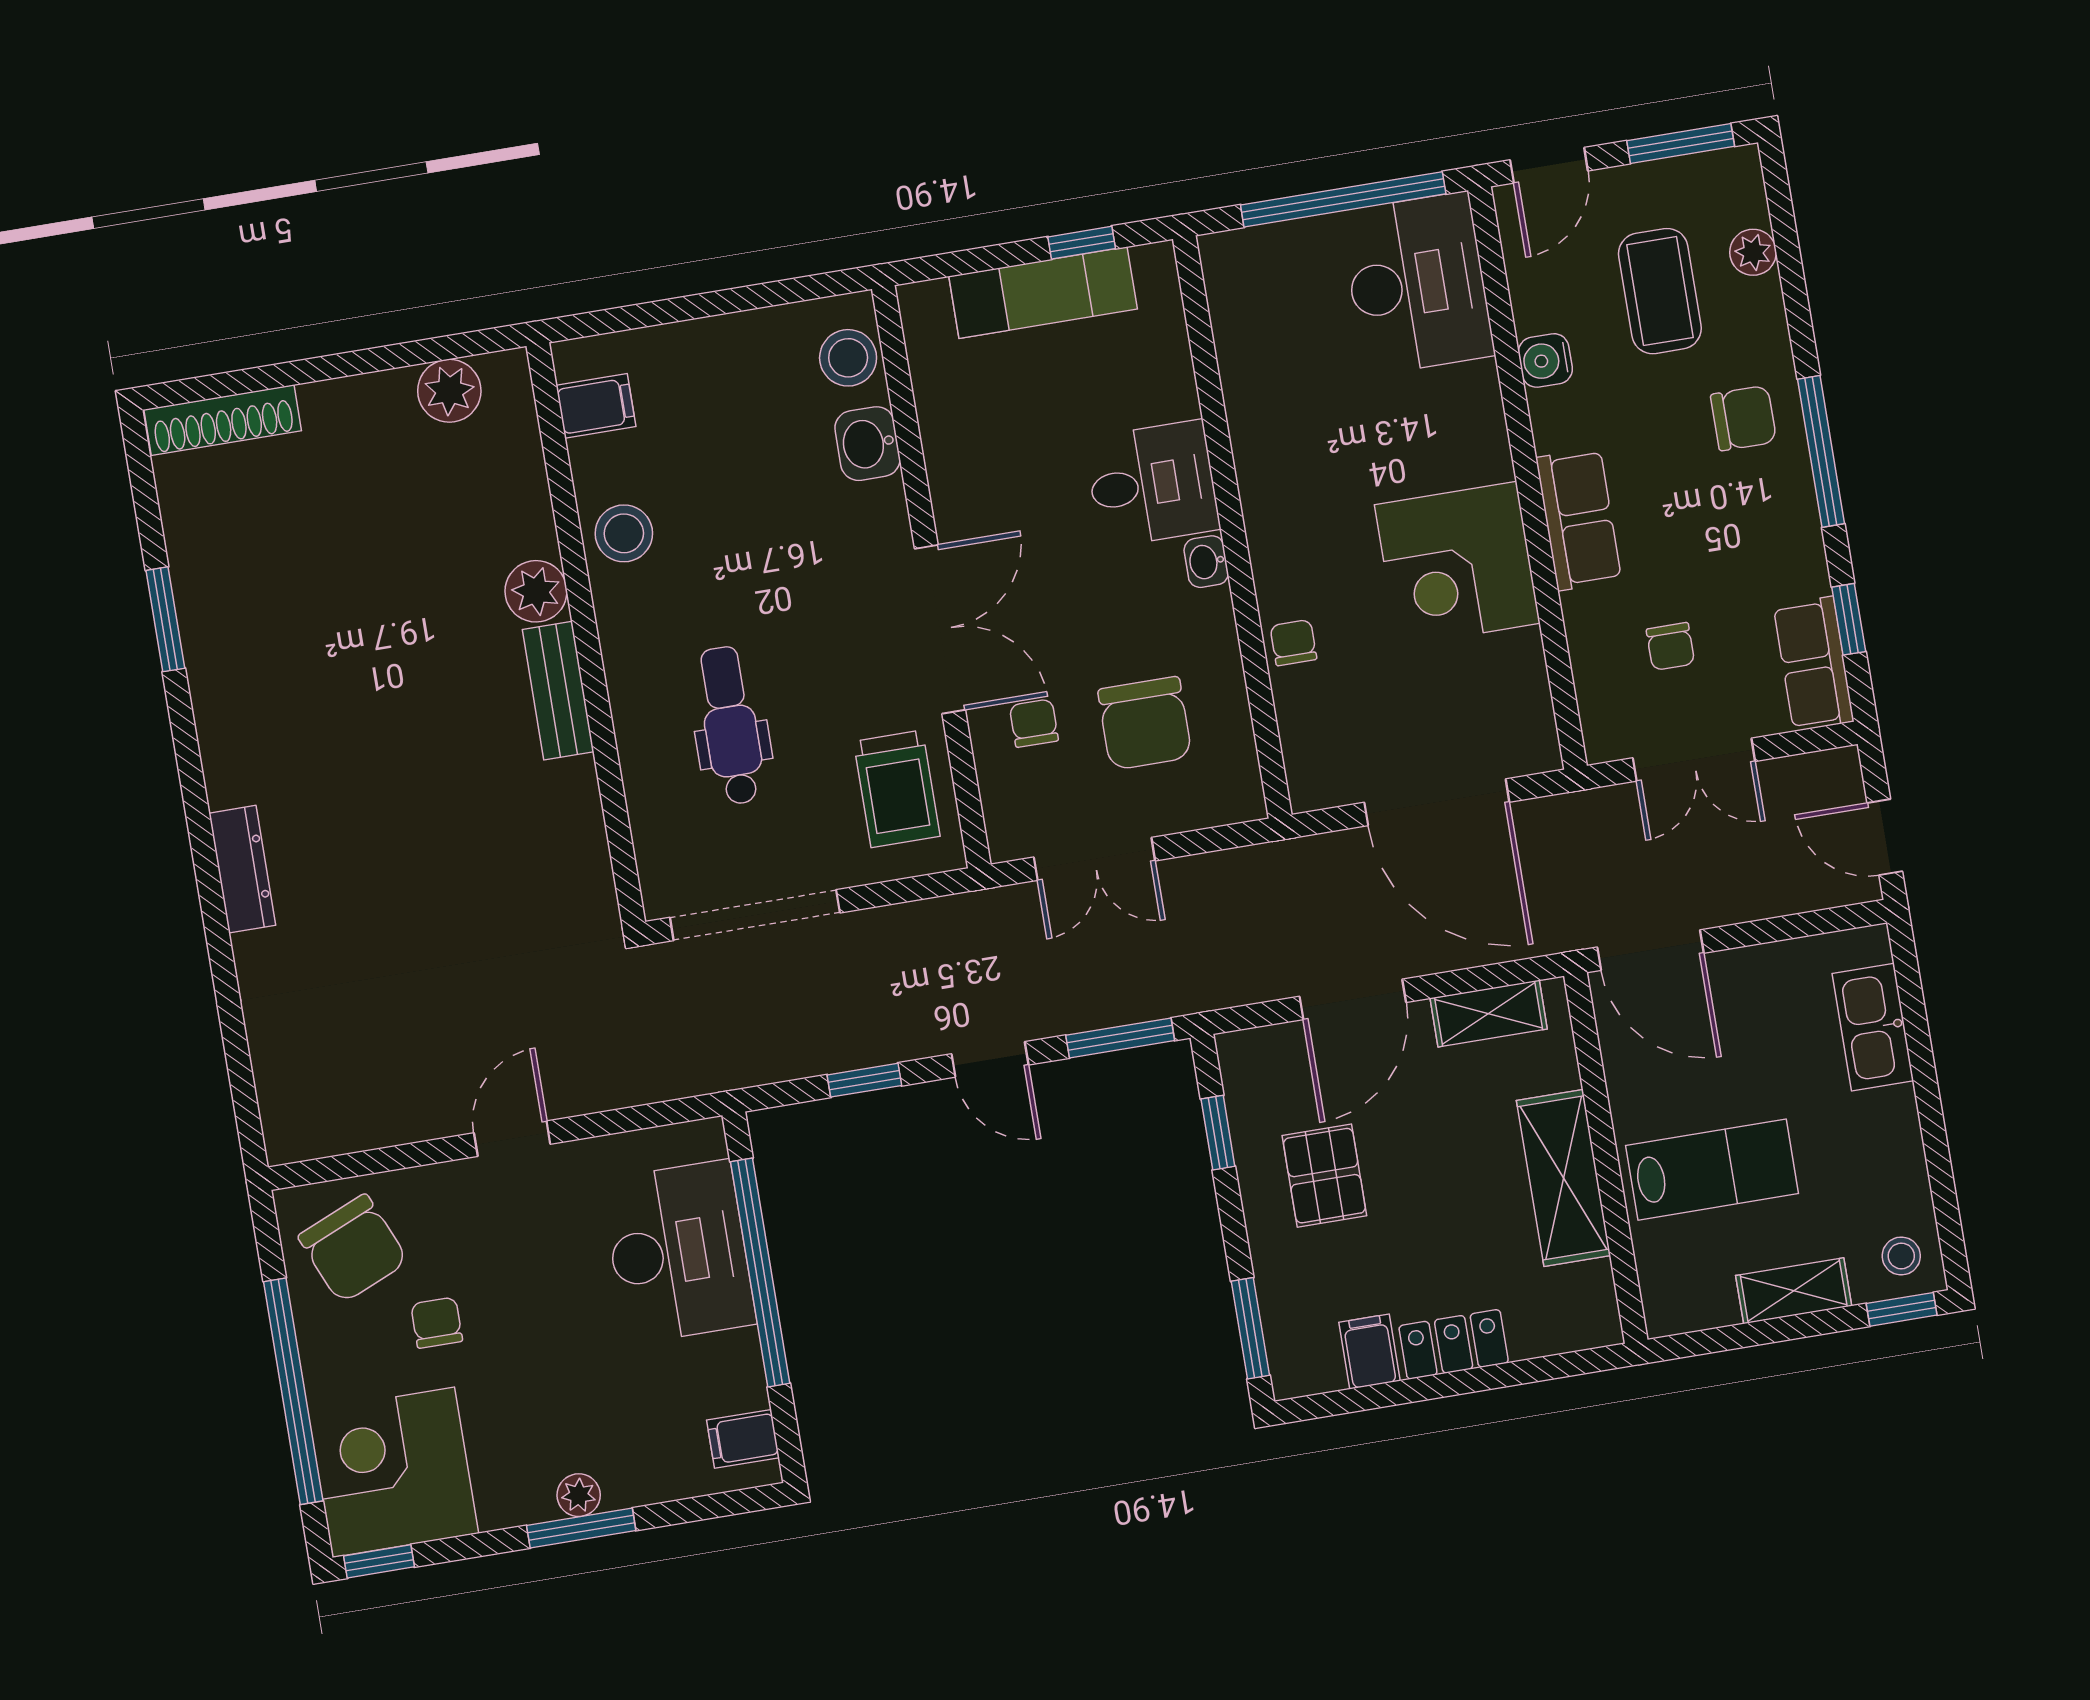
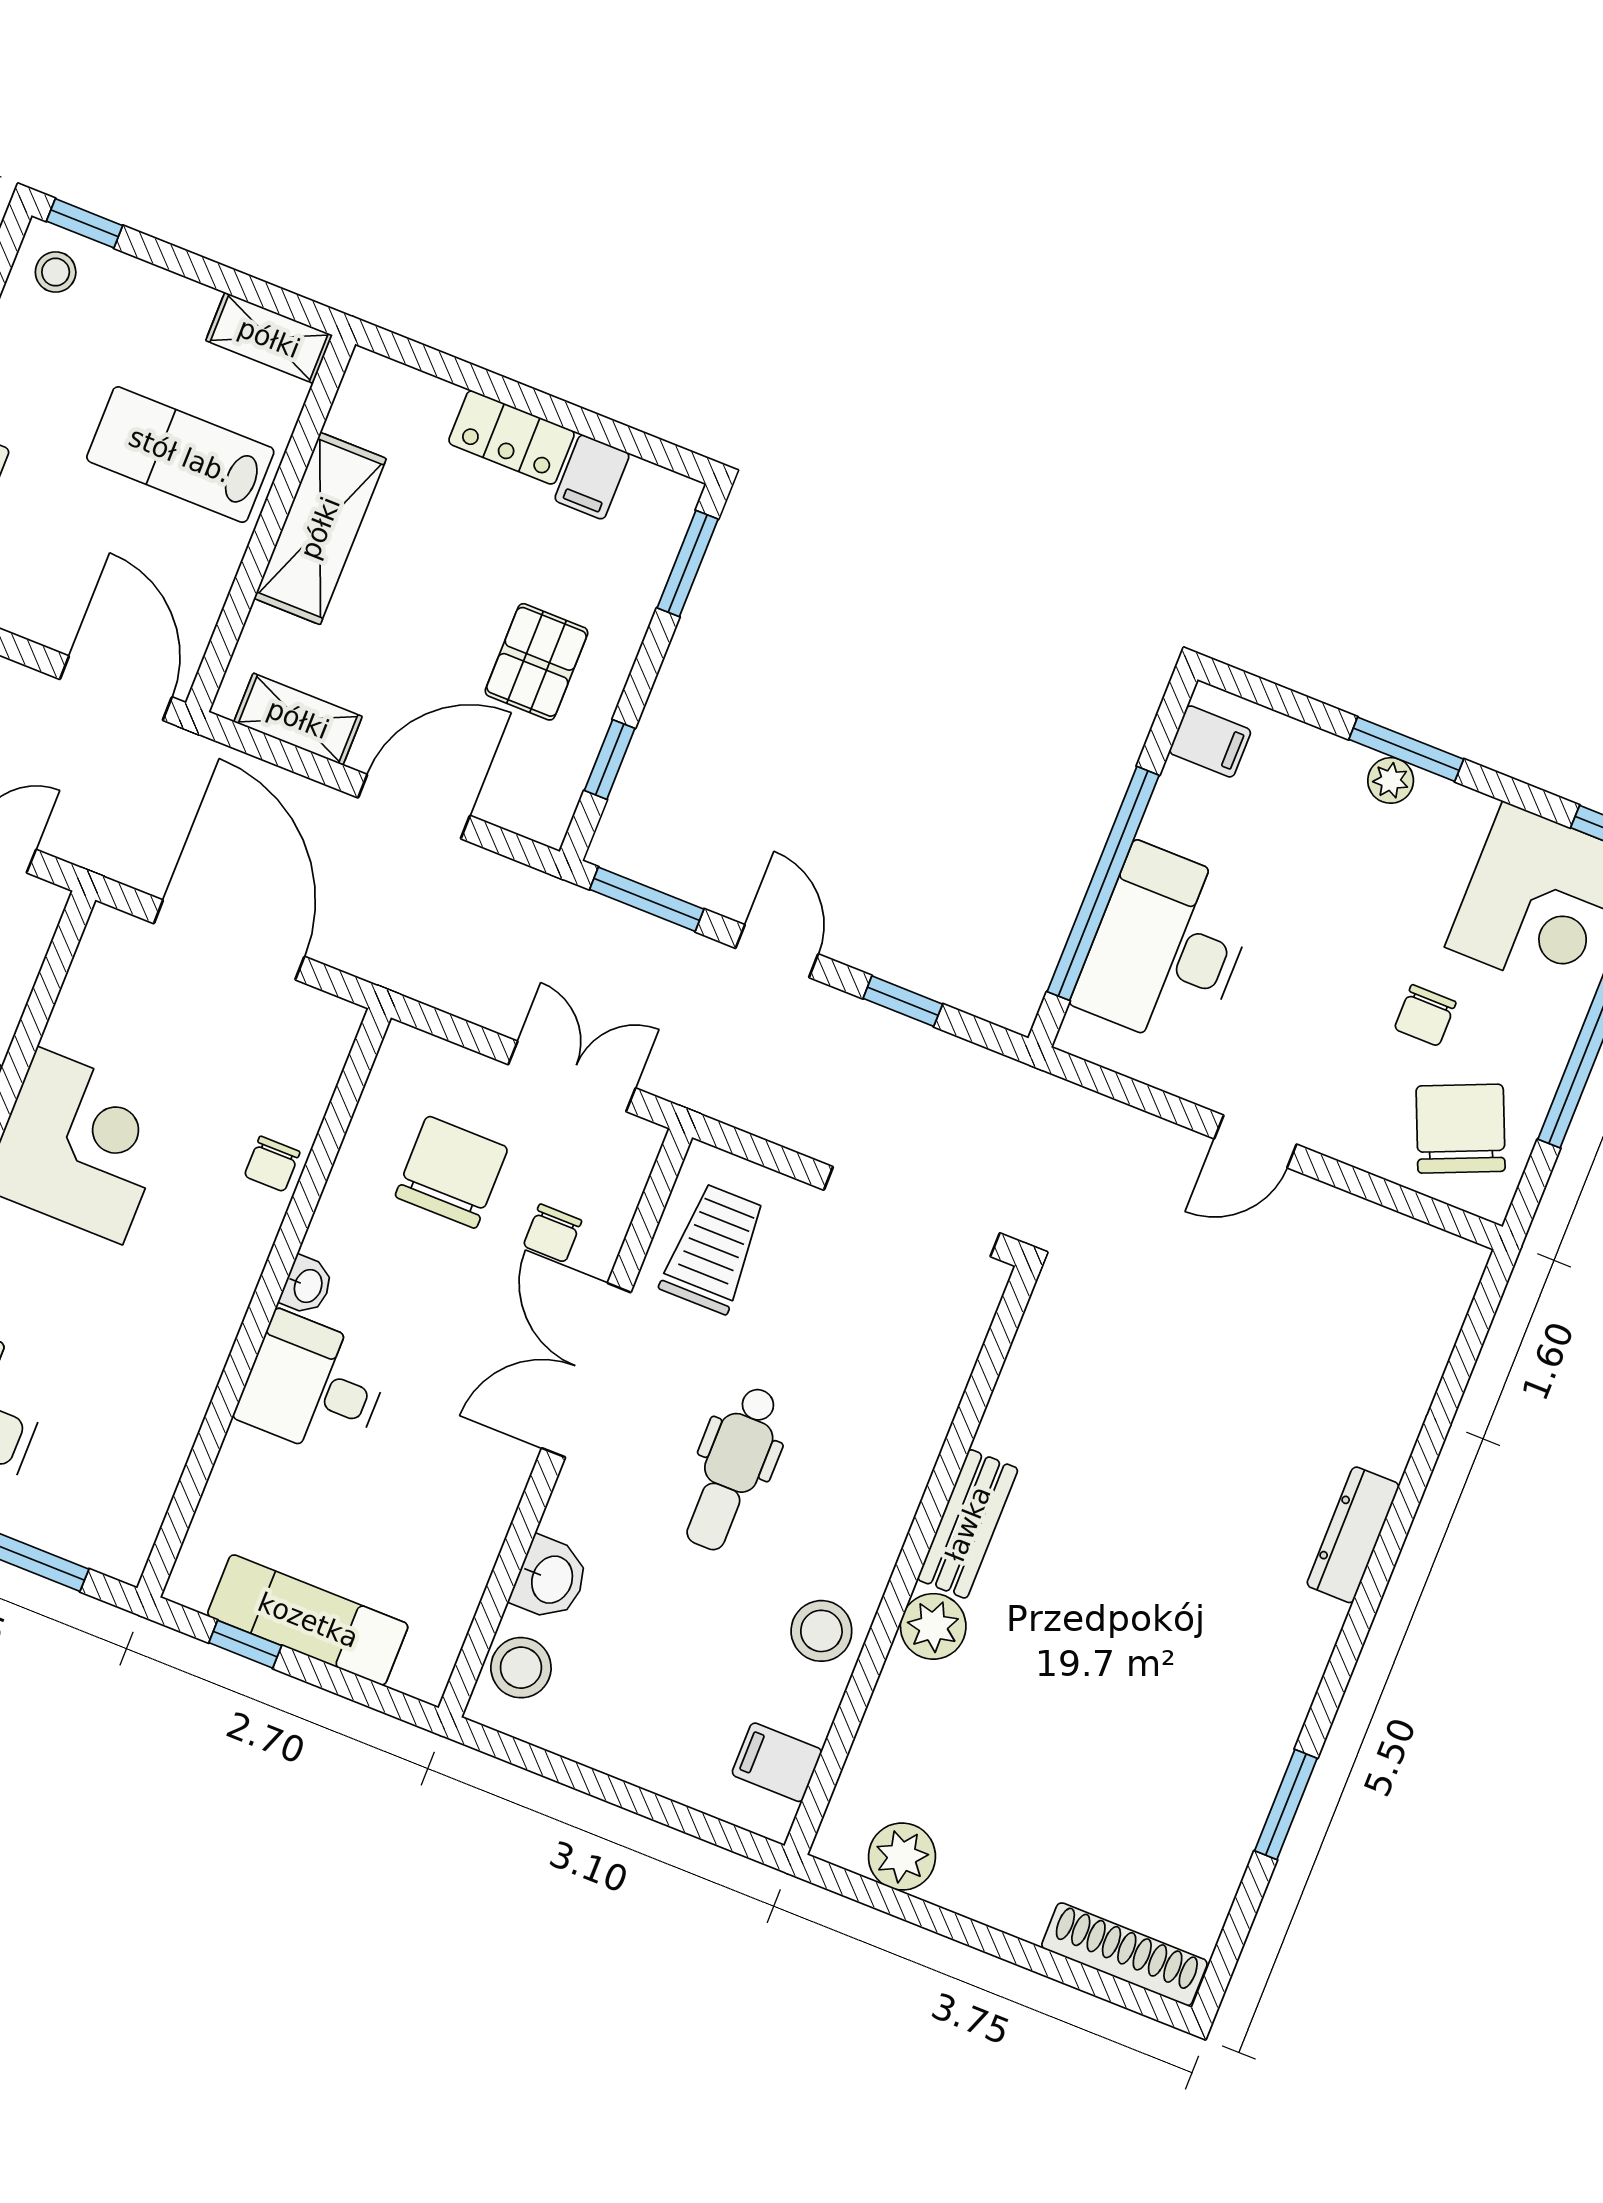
dental chair: (731, 726) -> (733, 1468), moved
shelving: (1794, 1291) -> (269, 338), moved

